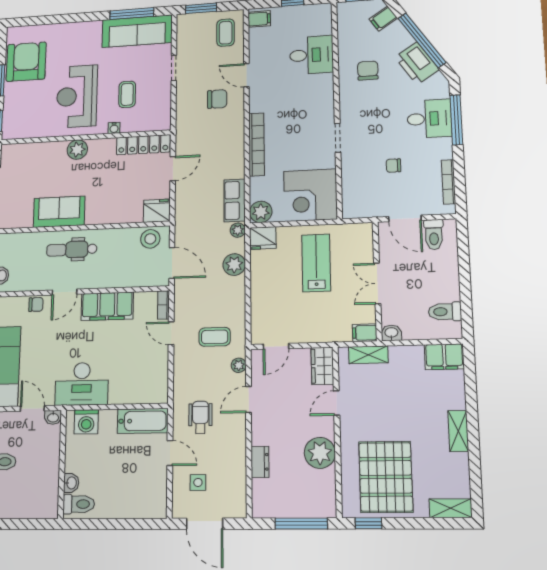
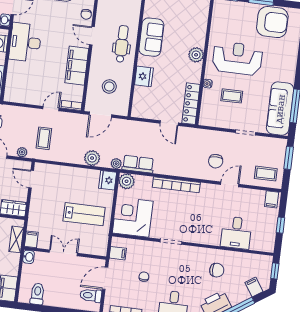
filing cabinet: (365, 207) -> (118, 253), added
fridge: (157, 211) -> (144, 76), moved
stool: (150, 239) -> (109, 87), moved

